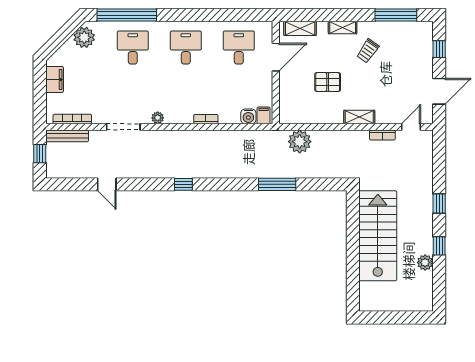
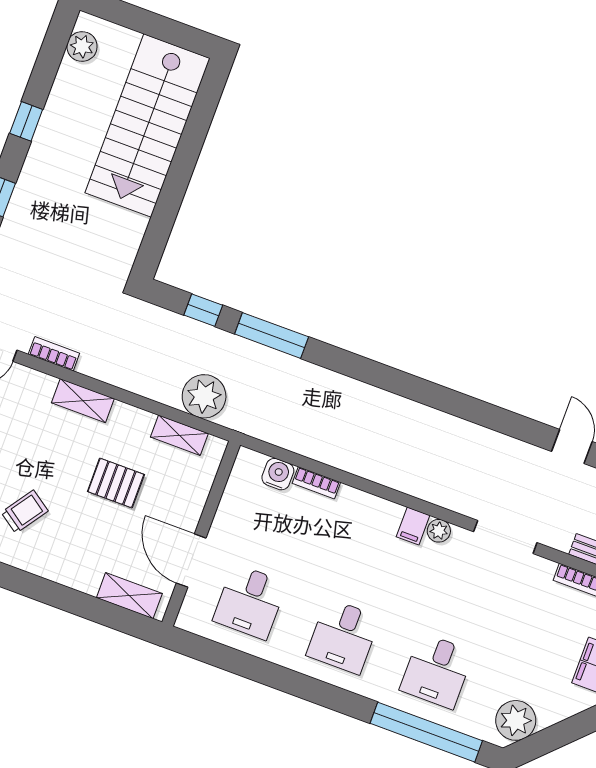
shelving: (343, 27) -> (179, 435), moved
door: (276, 57) -> (191, 561), hinge flipped
filing cabinet: (264, 115) -> (413, 526), moved
bookcase: (206, 119) -> (316, 483), moved
window: (183, 184) -> (203, 310), moved
stairs: (378, 236) -> (148, 125), moved
plant: (425, 262) -> (82, 47), moved

